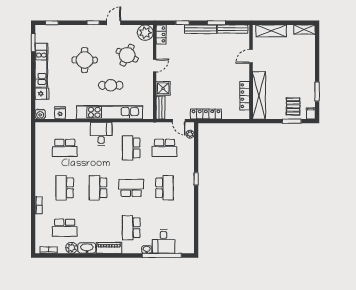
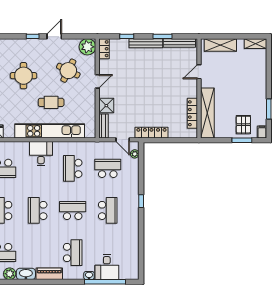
school desk: (164, 148) -> (108, 168), turned 180
school desk: (131, 228) -> (73, 253), turned 180

